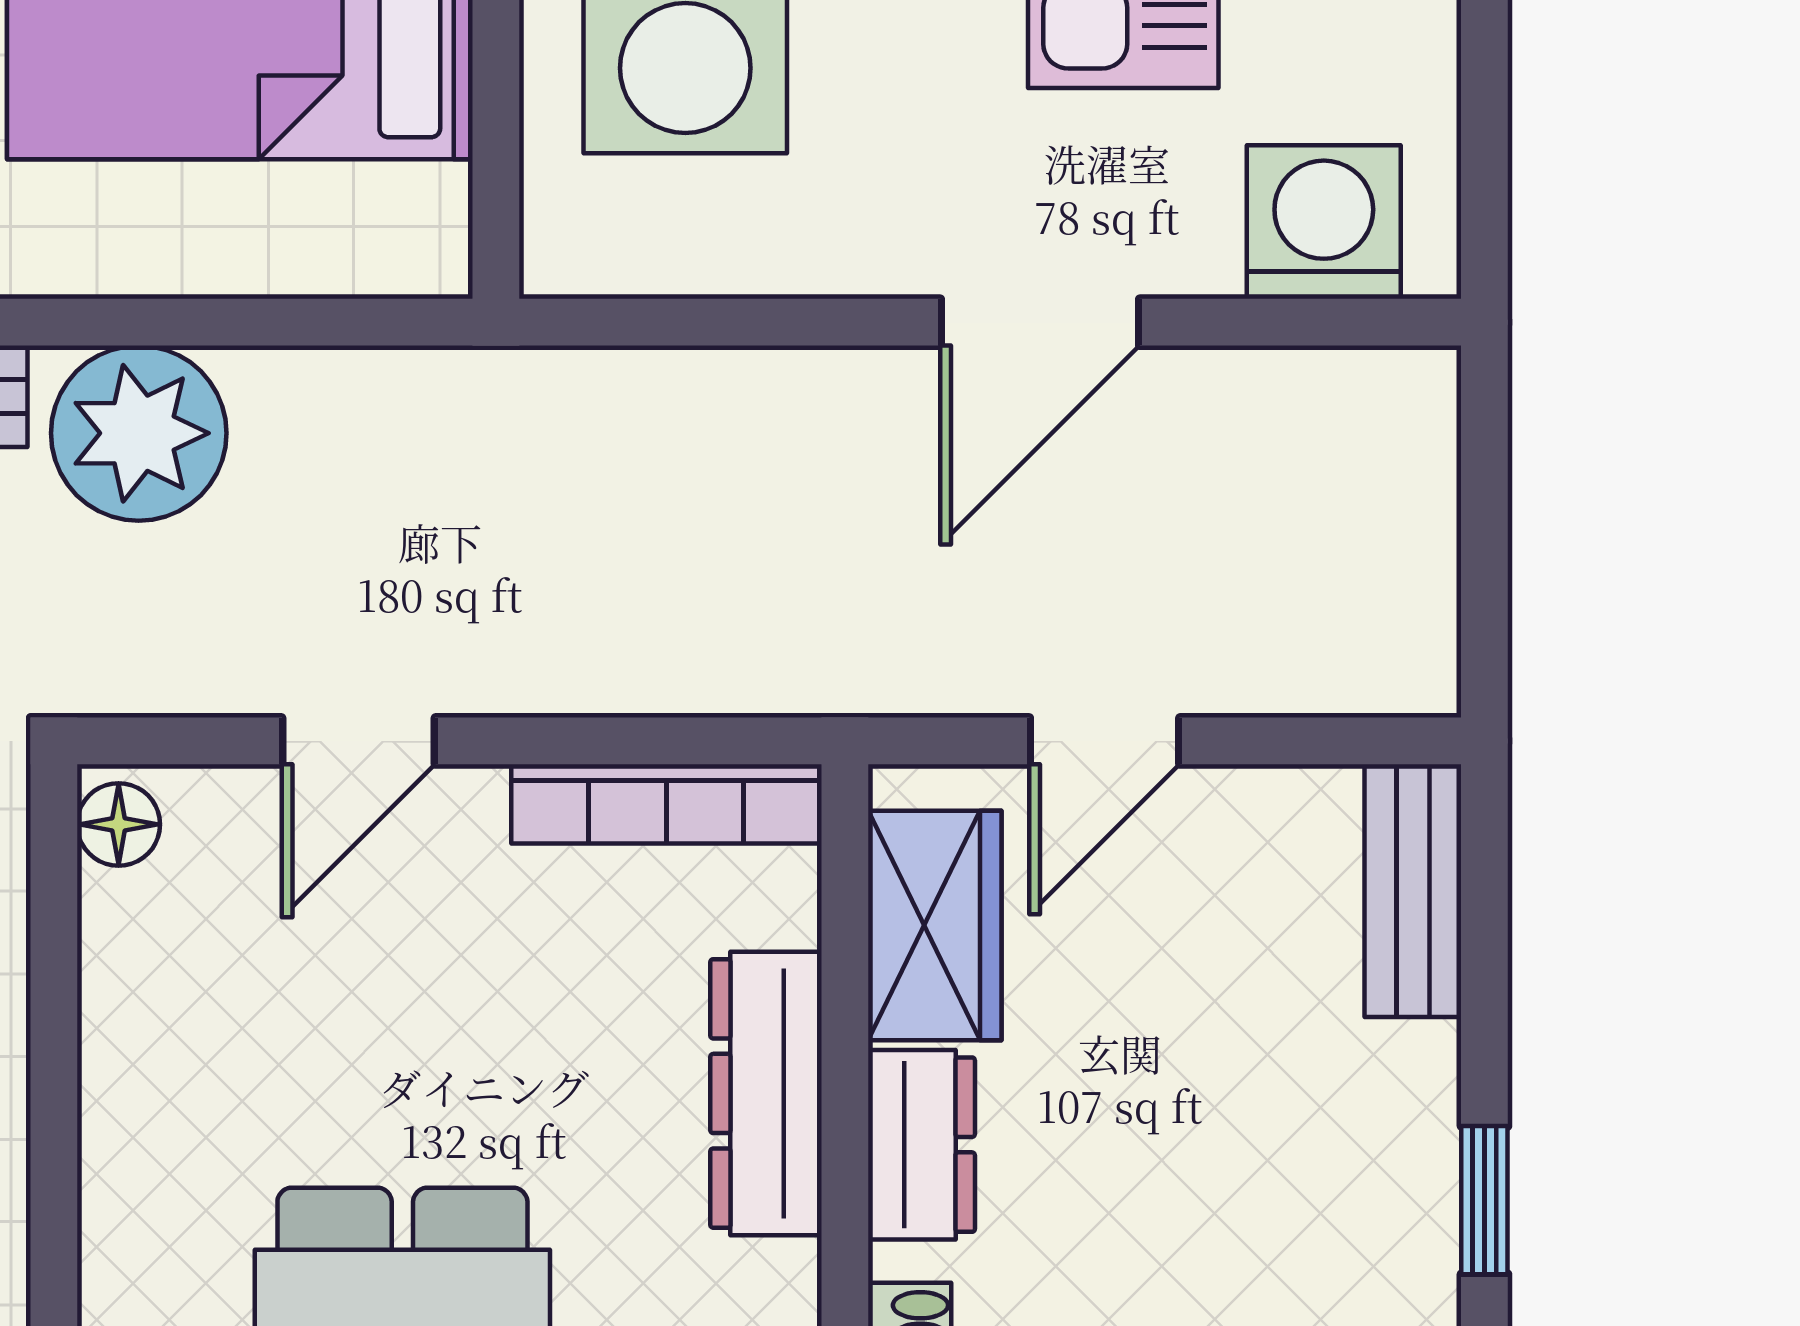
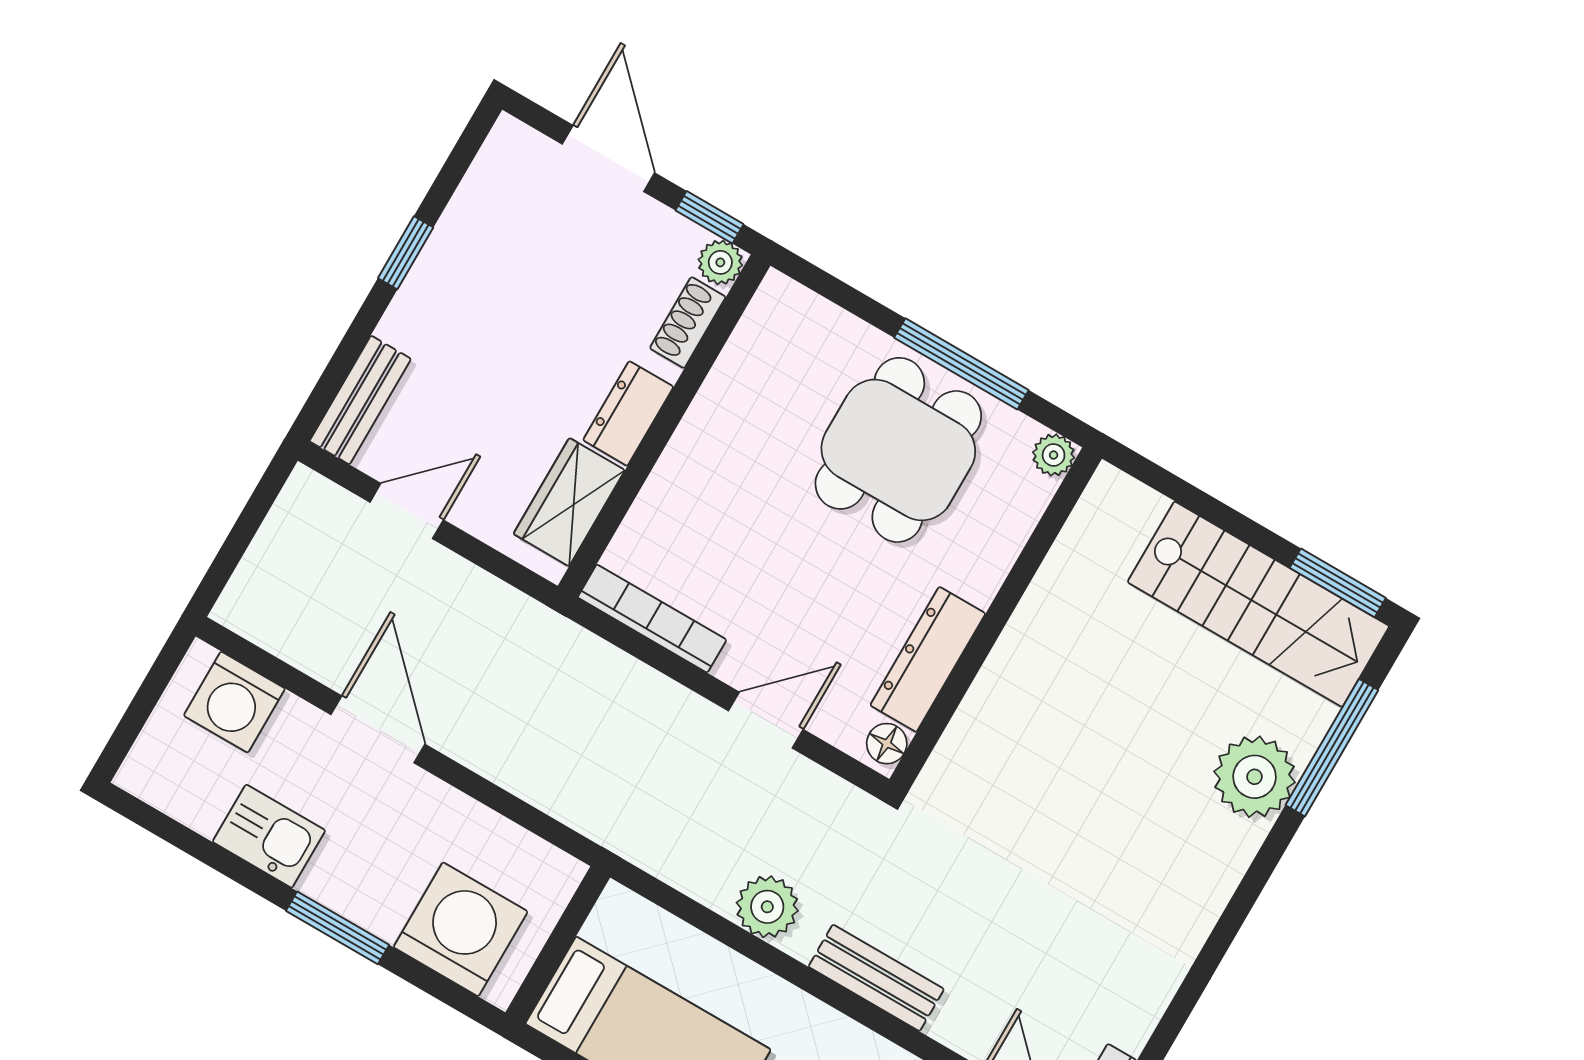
door: (1040, 322) -> (378, 729), hinge flipped
plant: (139, 433) -> (767, 907), width x0.73, depth x0.73
door: (1105, 741) -> (407, 511), moved
dresser: (766, 1093) -> (928, 659), moved, turned 180

